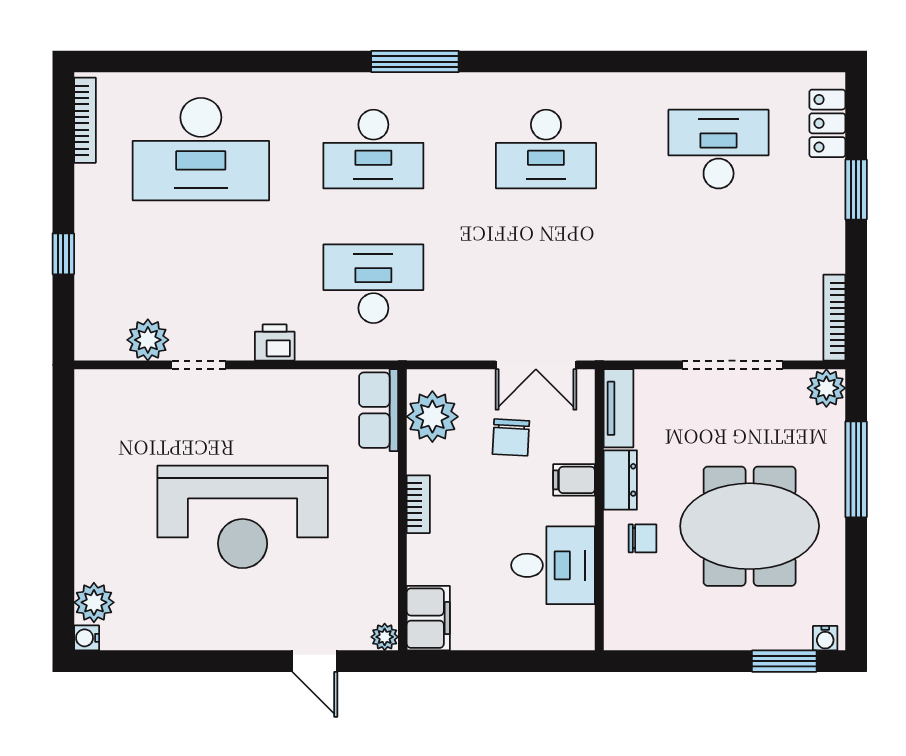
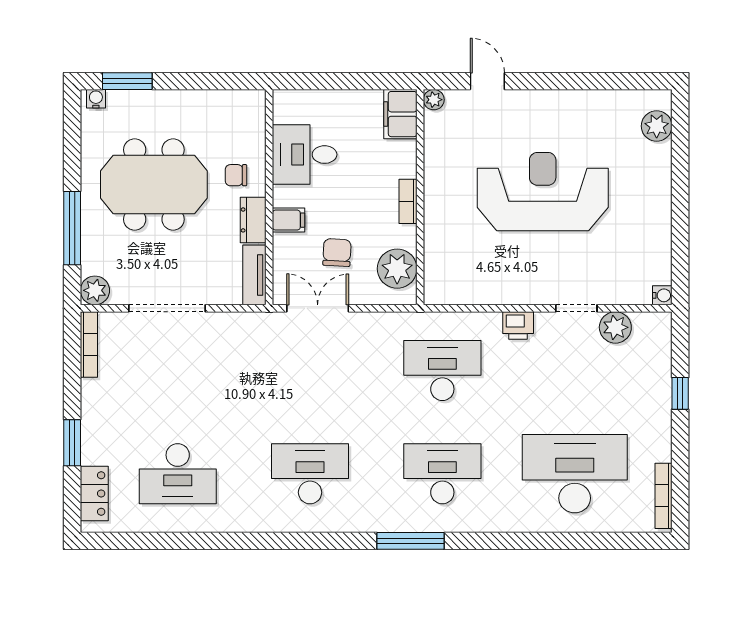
desk: (373, 284) -> (442, 370), turned 180
row of seats: (379, 410) -> (438, 274), removed
water cooler: (87, 638) -> (662, 295), moved

